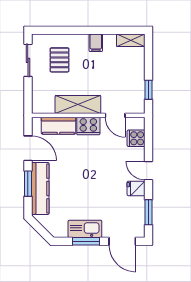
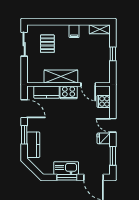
window: (149, 90) -> (113, 54), moved
kitchen counter: (40, 188) -> (33, 145), width x0.67

